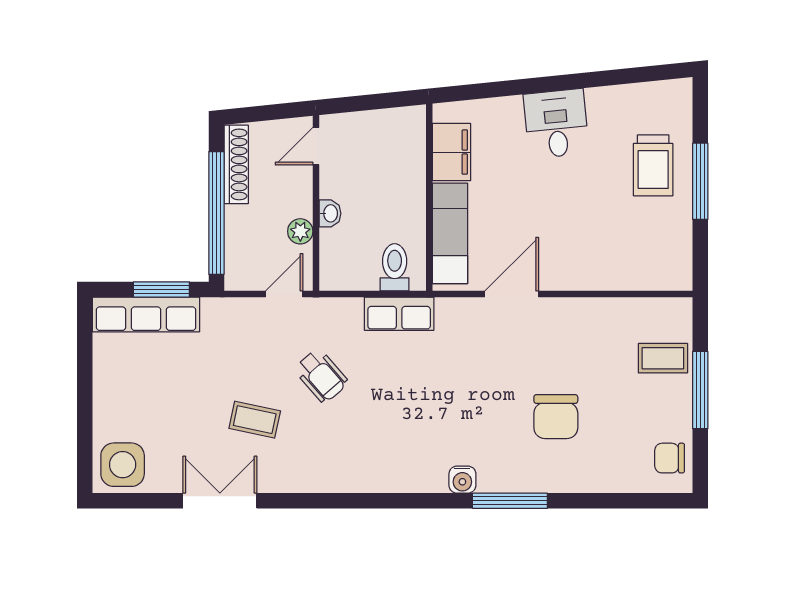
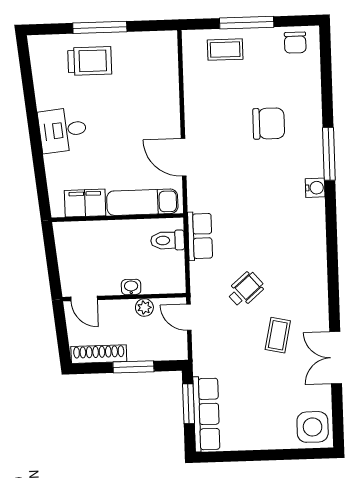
window: (216, 213) -> (133, 367), width x0.47
coffee table: (663, 358) -> (225, 50), turned 90

